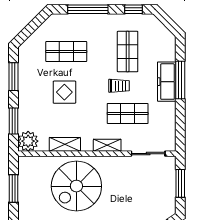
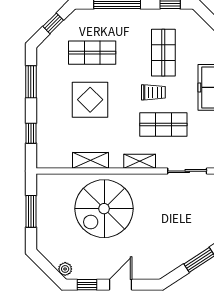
window: (33, 26) -> (53, 23), added
display table: (64, 92) -> (90, 100), width x1.36, depth x1.36
window: (13, 121) -> (31, 133), width x0.67
plant: (28, 141) -> (48, 157), removed

